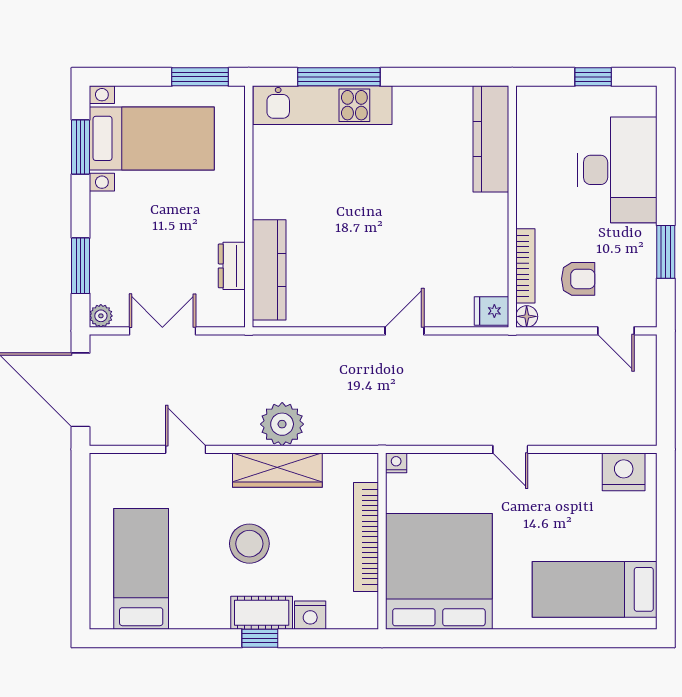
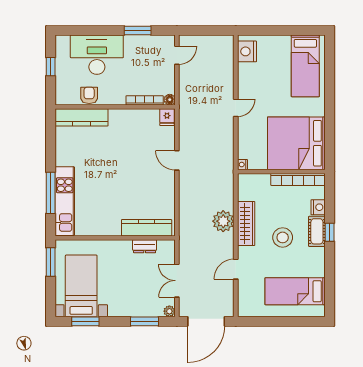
armchair: (578, 279) -> (89, 95), moved
bookcase: (366, 537) -> (298, 179), moved

